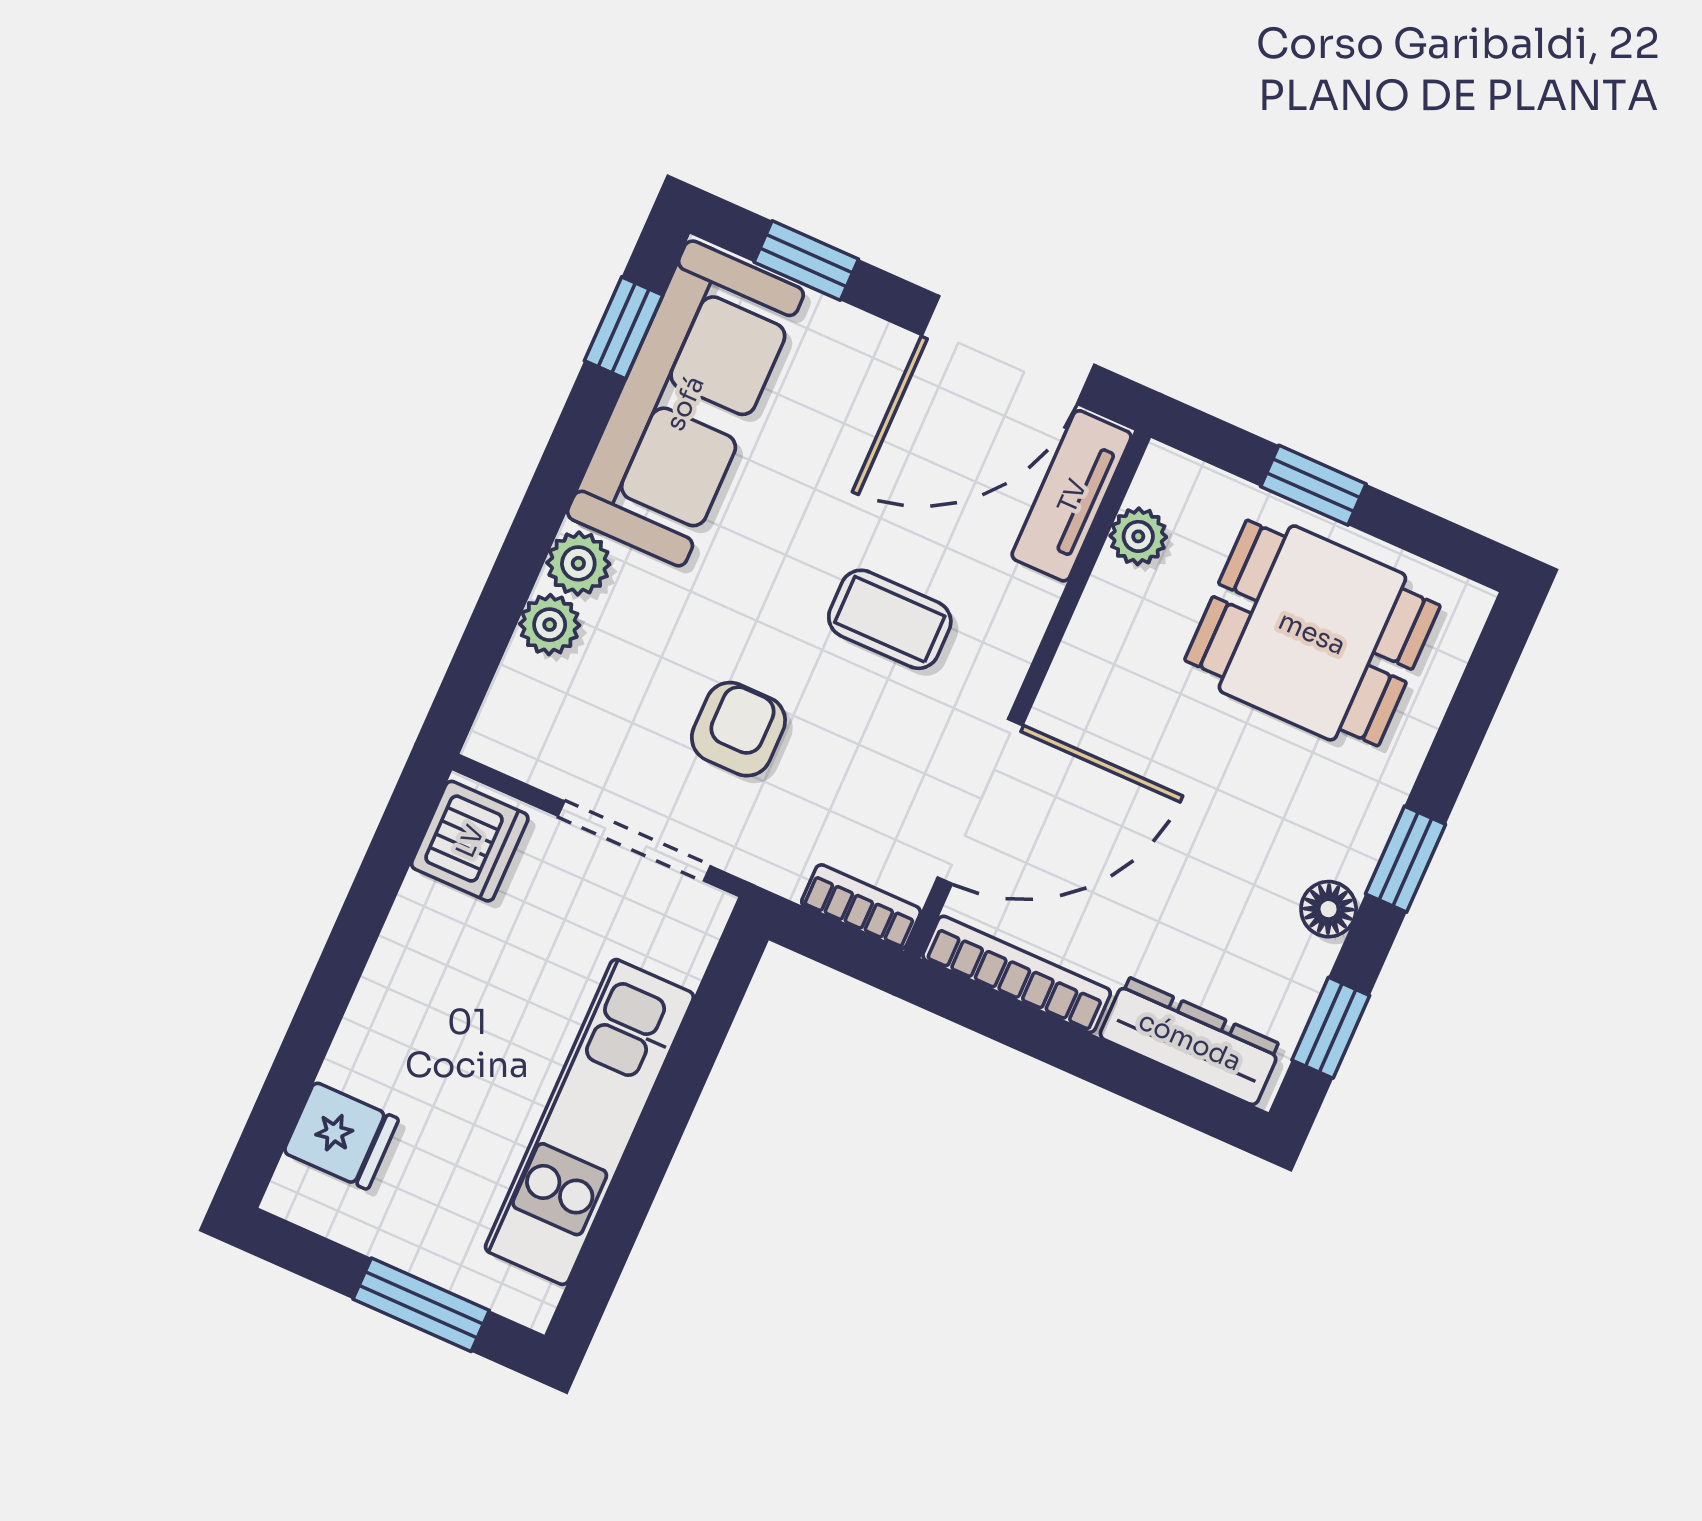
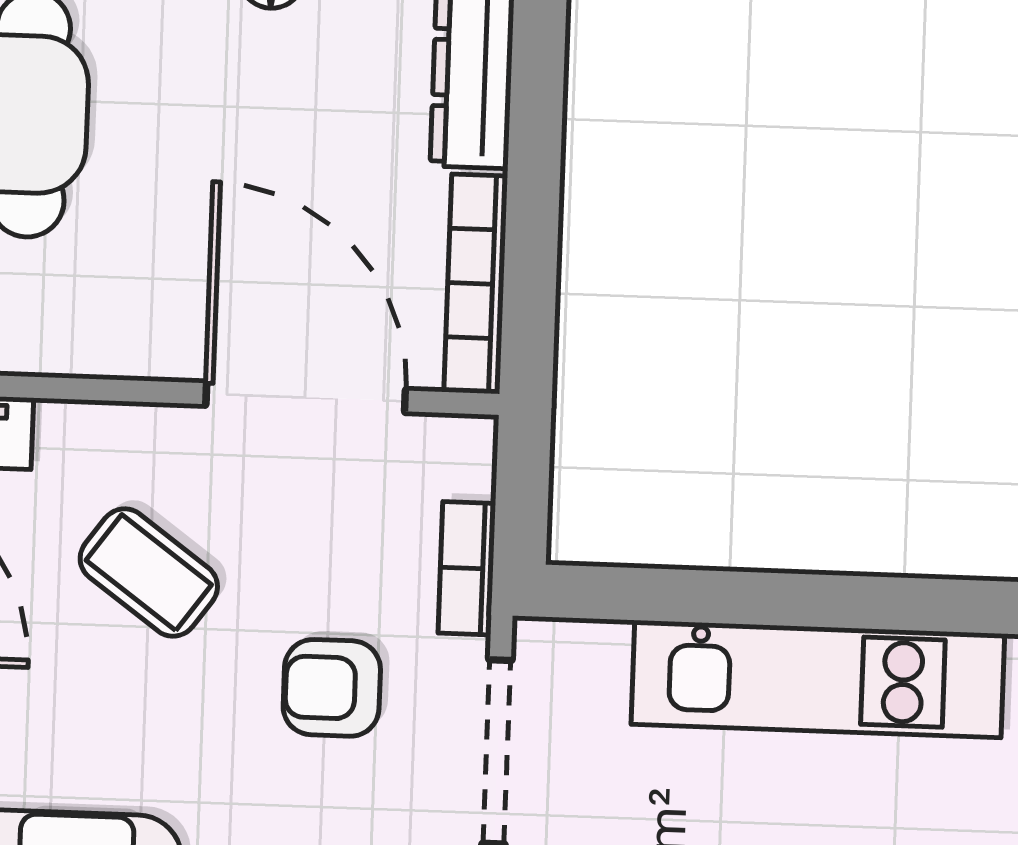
coffee table: (890, 619) -> (149, 573), turned -54
bookcase: (861, 907) -> (467, 568), moved

